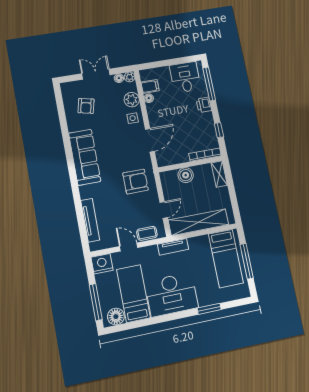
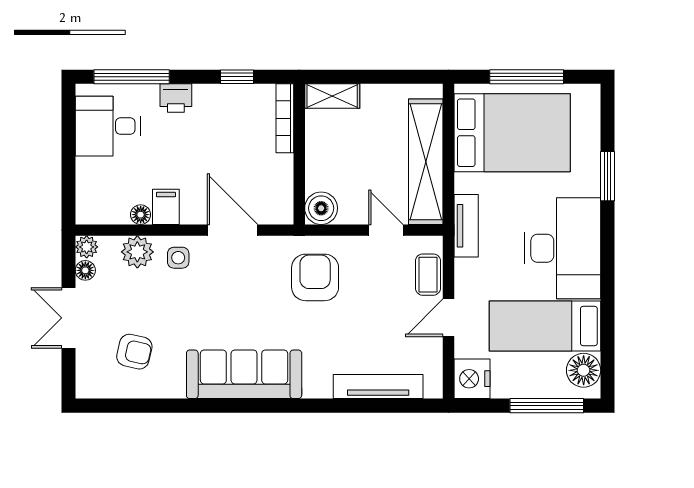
filing cabinet: (150, 86) -> (166, 207), moved
boiler: (186, 175) -> (321, 208), moved
bed: (226, 258) -> (512, 133), width x1.50

